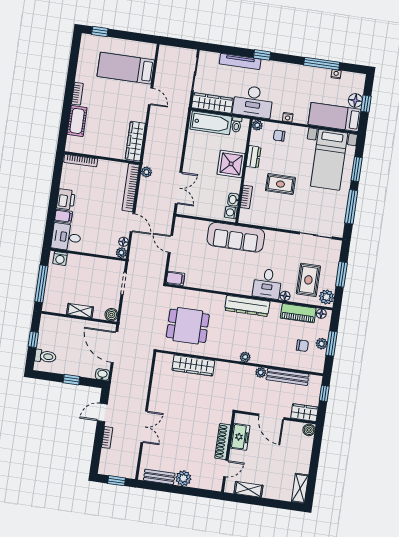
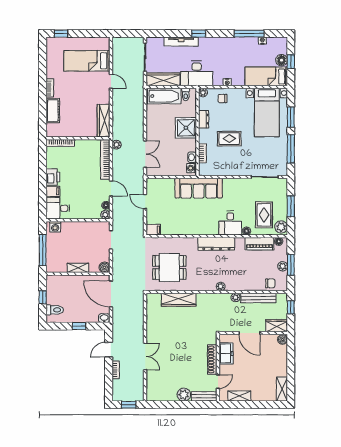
chair: (302, 346) -> (270, 283), moved
bench: (159, 477) -> (204, 396), moved

